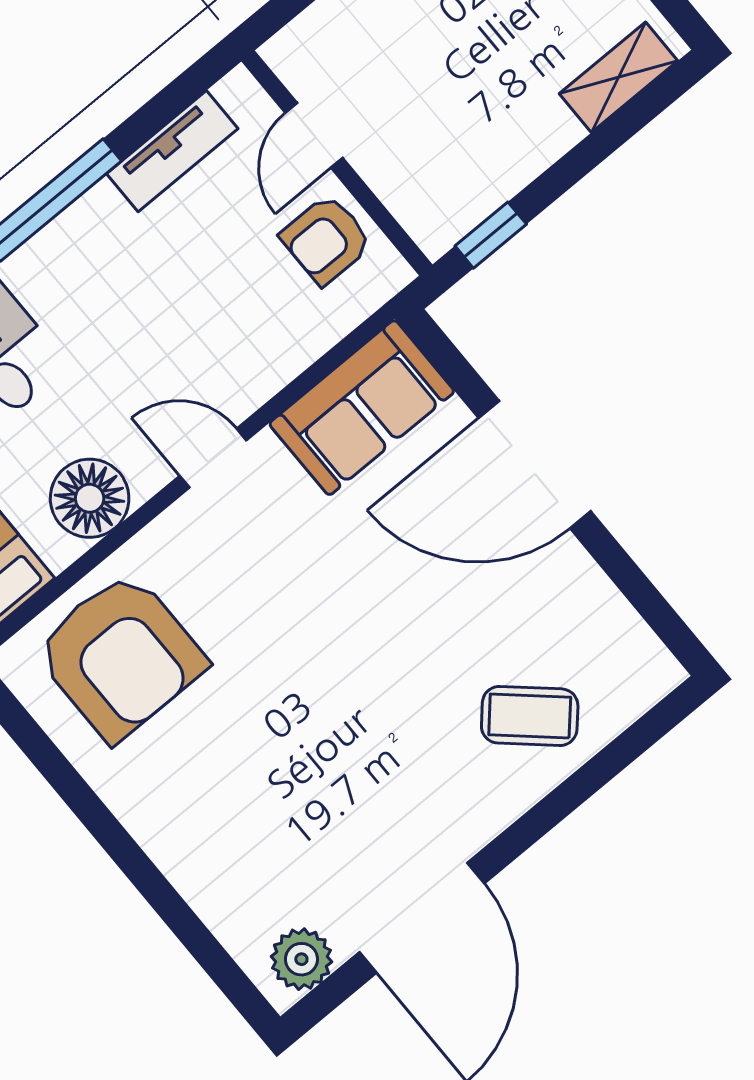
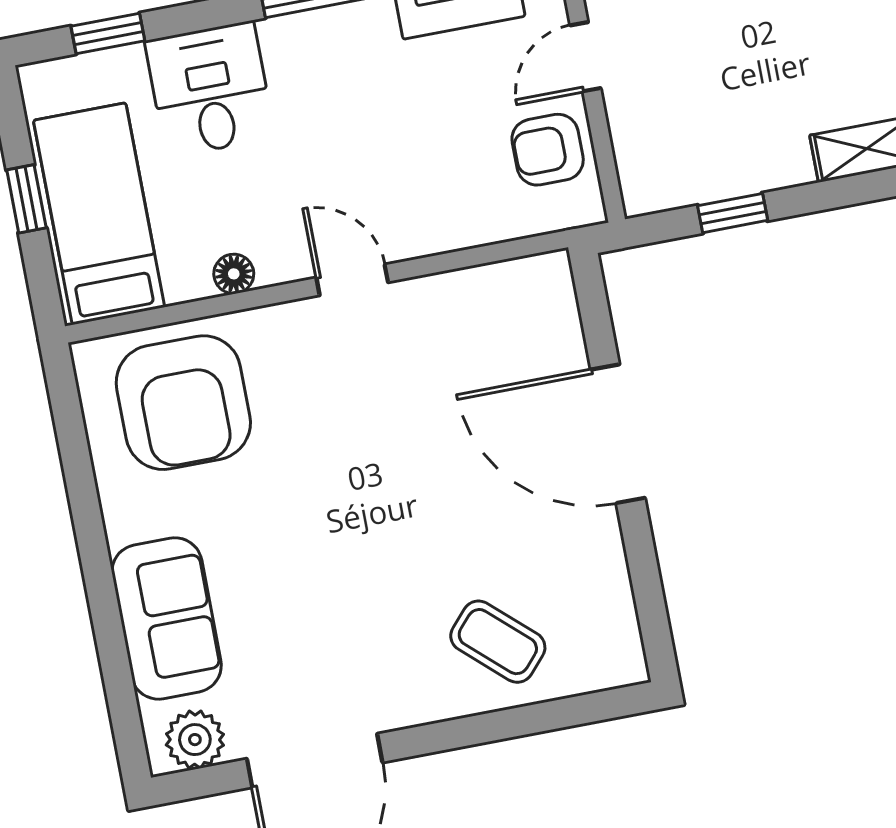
window: (491, 235) -> (733, 213), moved
sofa: (362, 408) -> (167, 618), moved, turned -90
floor lamp: (90, 498) -> (234, 274), width x0.53, depth x0.53

